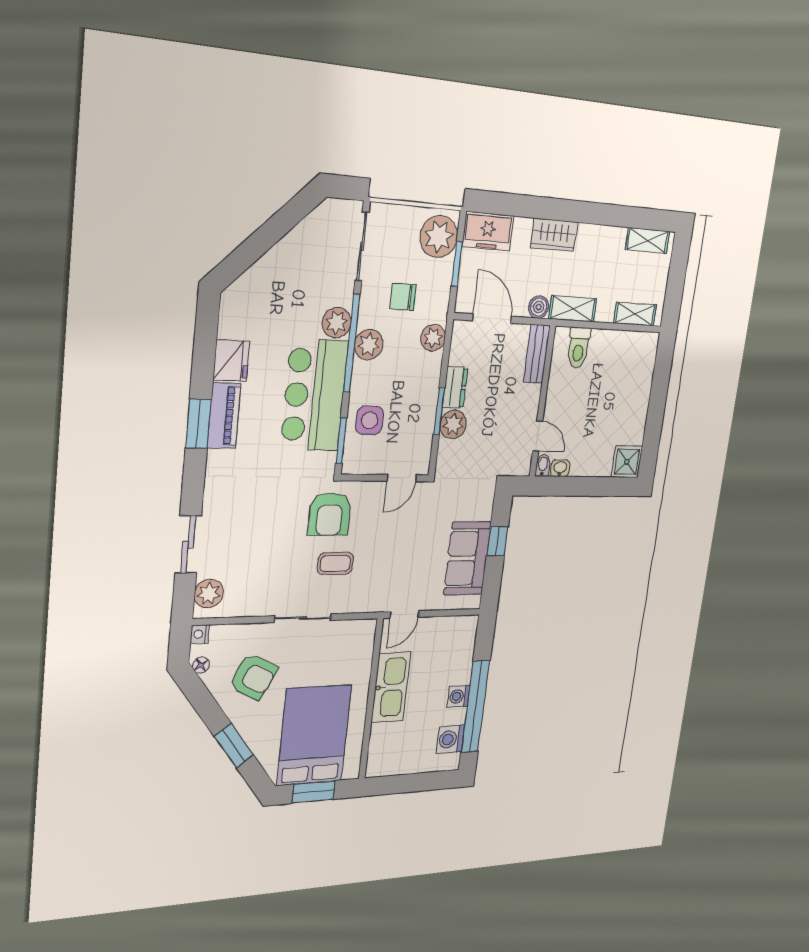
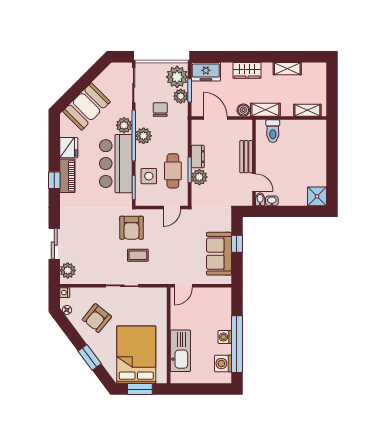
shelving: (648, 241) -> (287, 69), moved
booth: (272, 282) -> (86, 107), added
chair: (403, 297) -> (160, 110), turned 90
plant: (433, 338) -> (181, 96), moved
bench: (537, 354) -> (246, 157), moved
cafe table: (411, 412) -> (173, 171), added
window: (198, 424) -> (54, 180), width x0.67
armchair: (253, 677) -> (97, 318), turned 102
kitchen sink: (391, 687) -> (180, 351), moved

